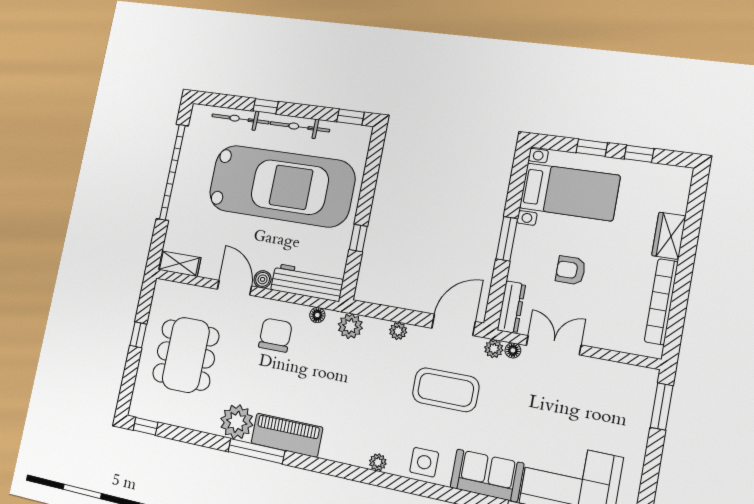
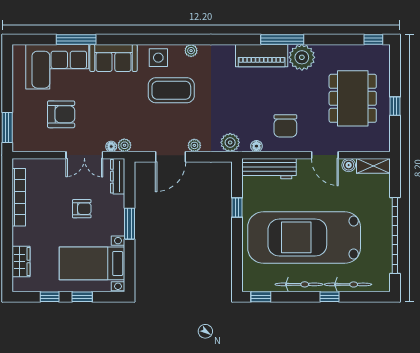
wardrobe: (669, 236) -> (21, 261), moved
boiler: (263, 279) -> (349, 165), moved
door: (454, 325) -> (171, 157), moved
coffee table: (446, 390) -> (171, 90), moved
armchair: (577, 410) -> (61, 114), added

